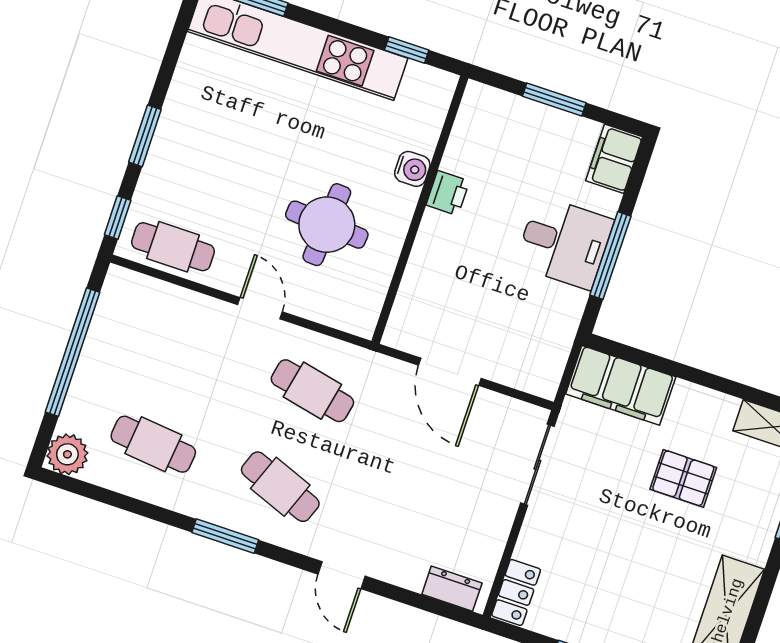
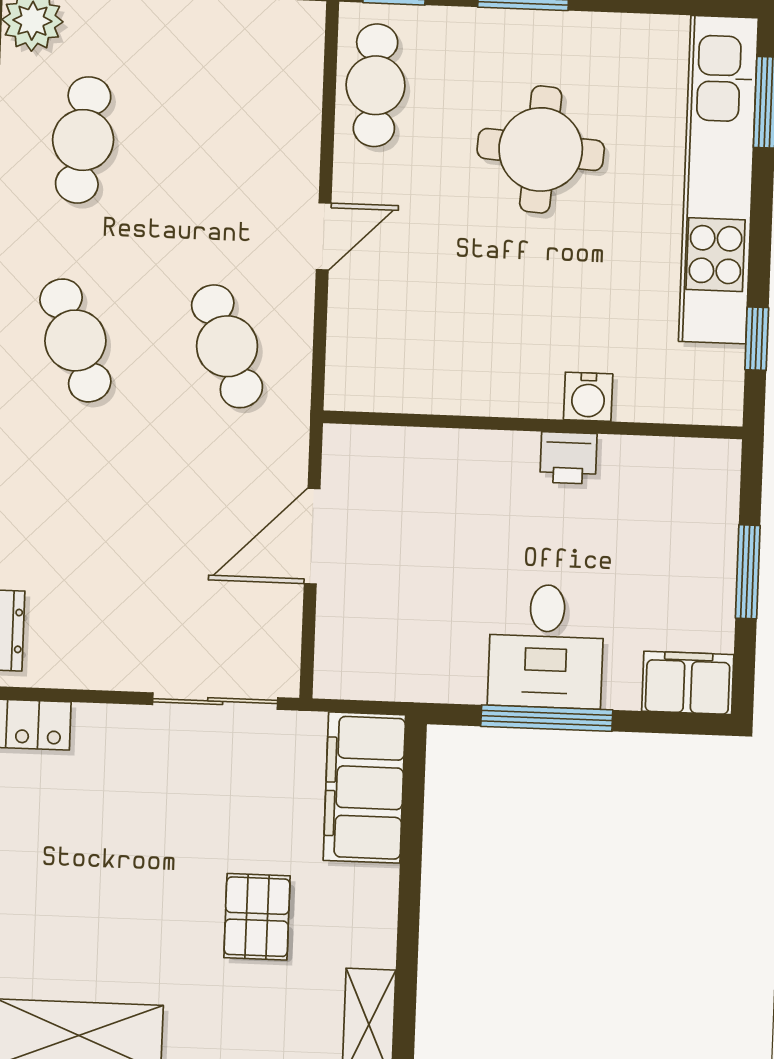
round table: (327, 225) -> (541, 149), moved
cafe table: (312, 391) -> (227, 346), turned -33
cafe table: (280, 487) -> (75, 340), turned -42

